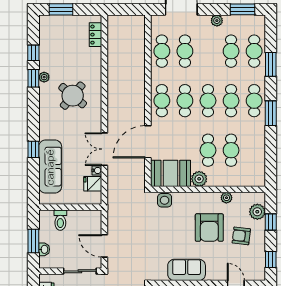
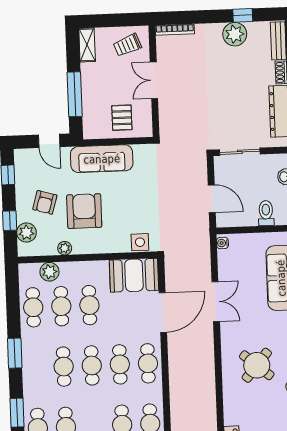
cafe table: (254, 101) -> (33, 307), moved
water cooler: (97, 170) -> (222, 243), moved
plant: (199, 179) -> (49, 272), moved
fridge: (93, 184) -> (228, 259), removed
armchair: (241, 236) -> (45, 202), turned 99
door: (104, 246) -> (212, 199), moved
sofa: (187, 270) -> (102, 159), width x1.36

